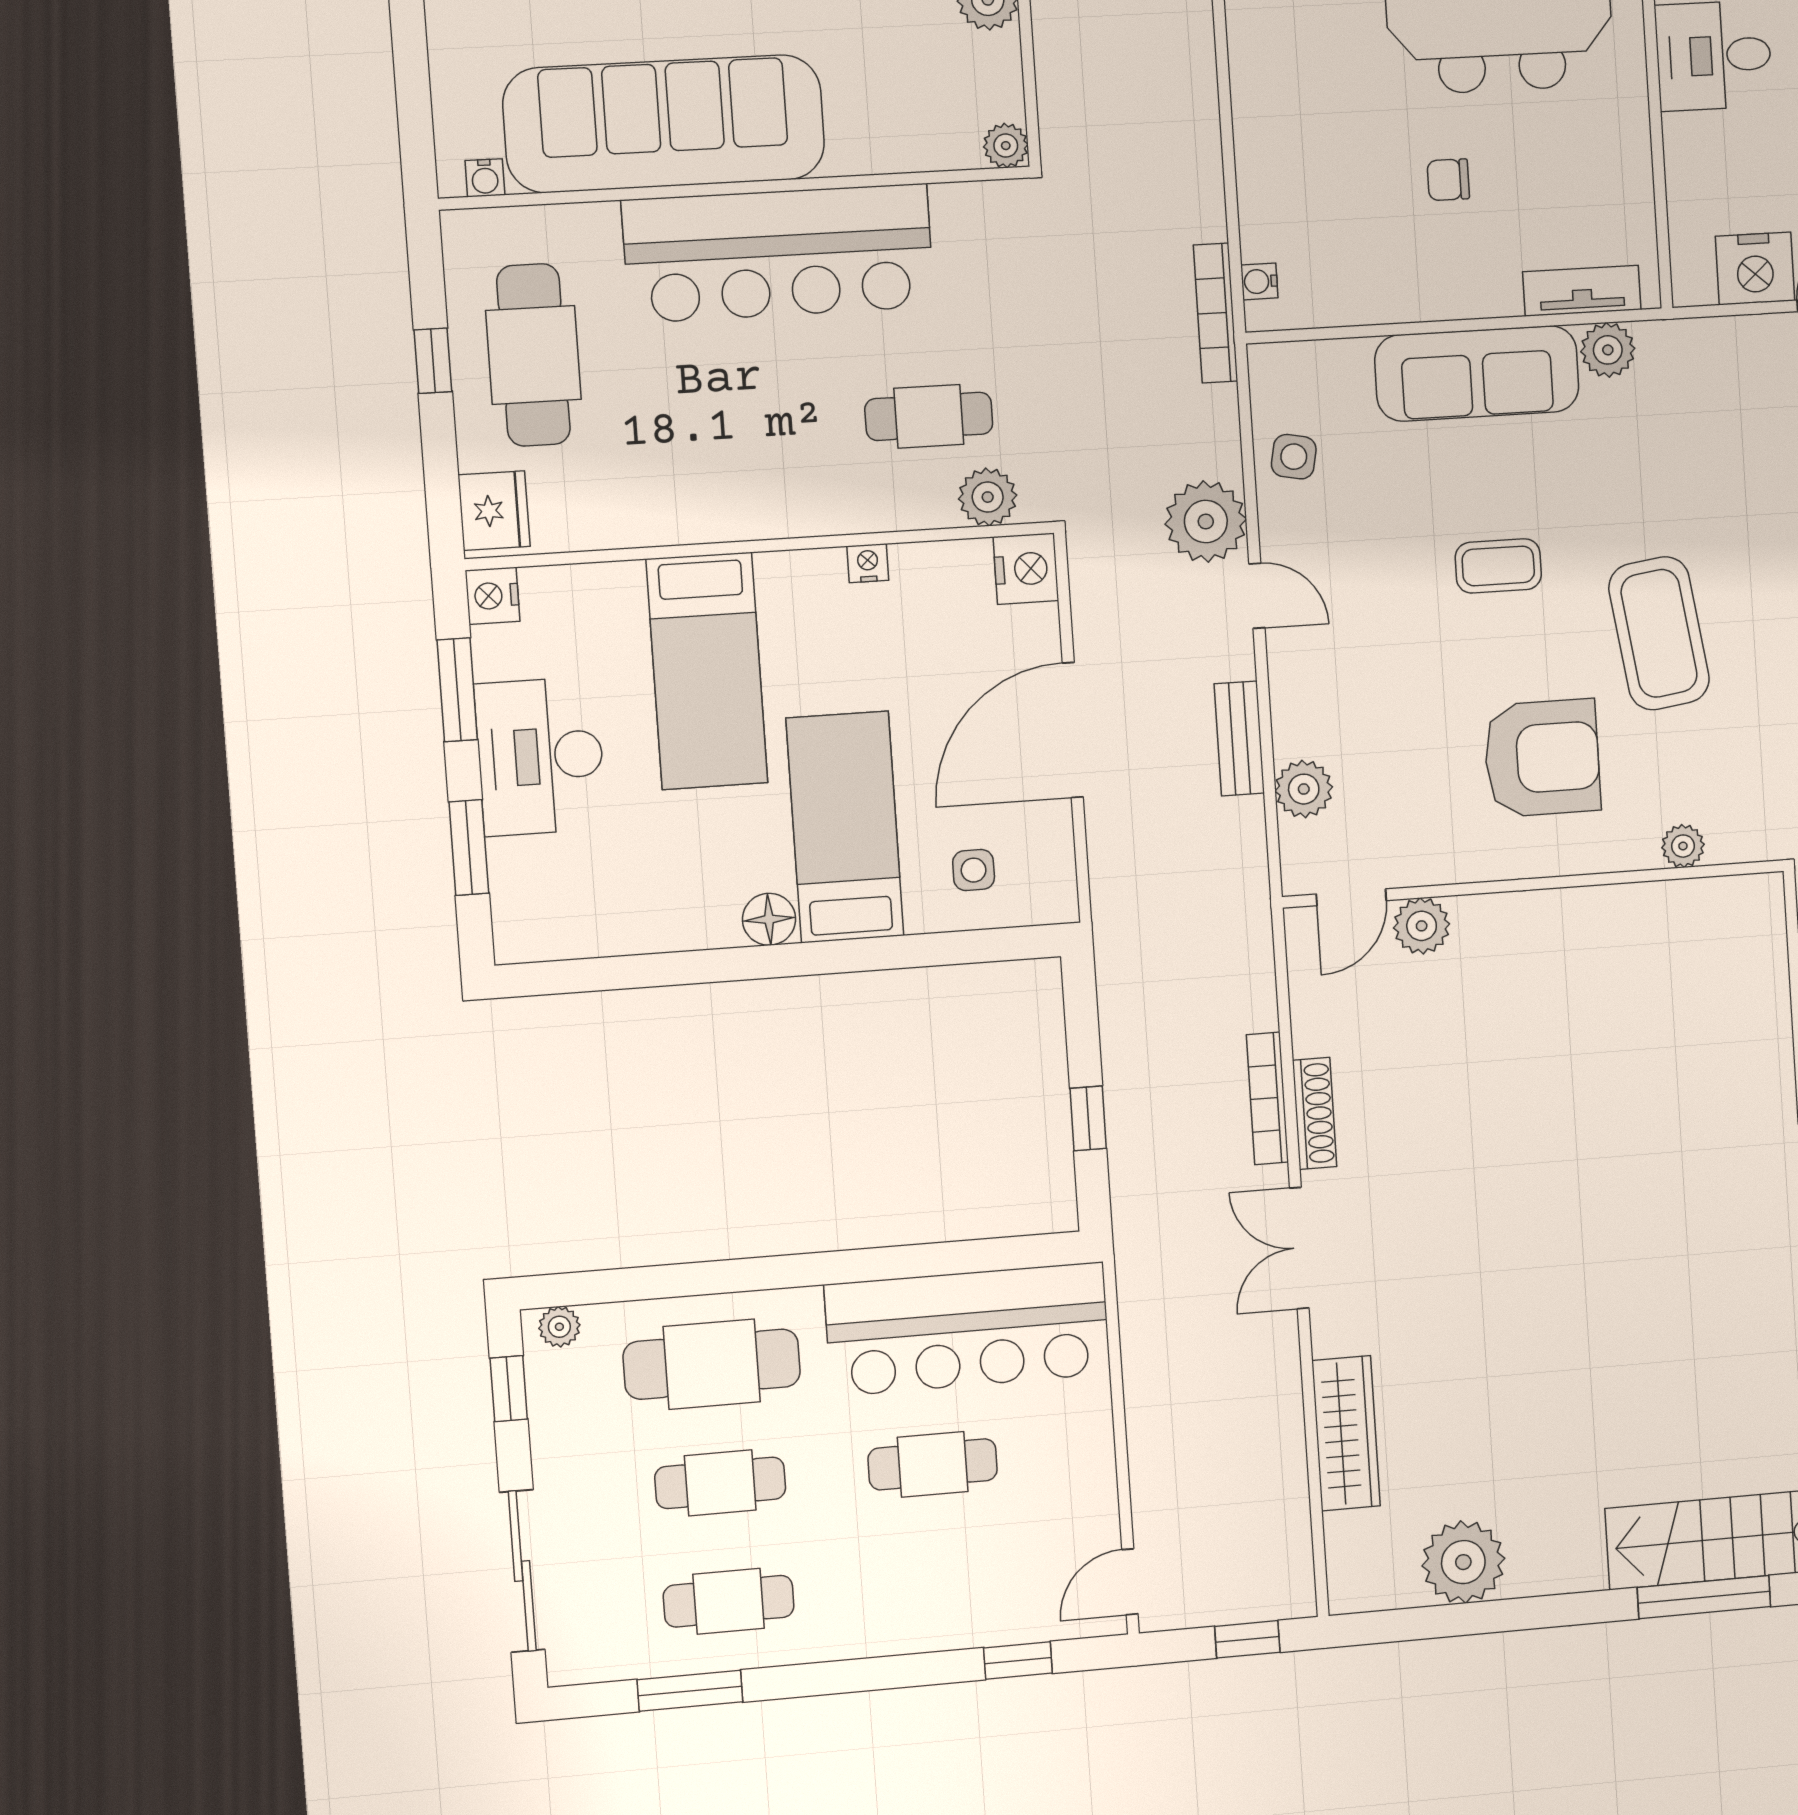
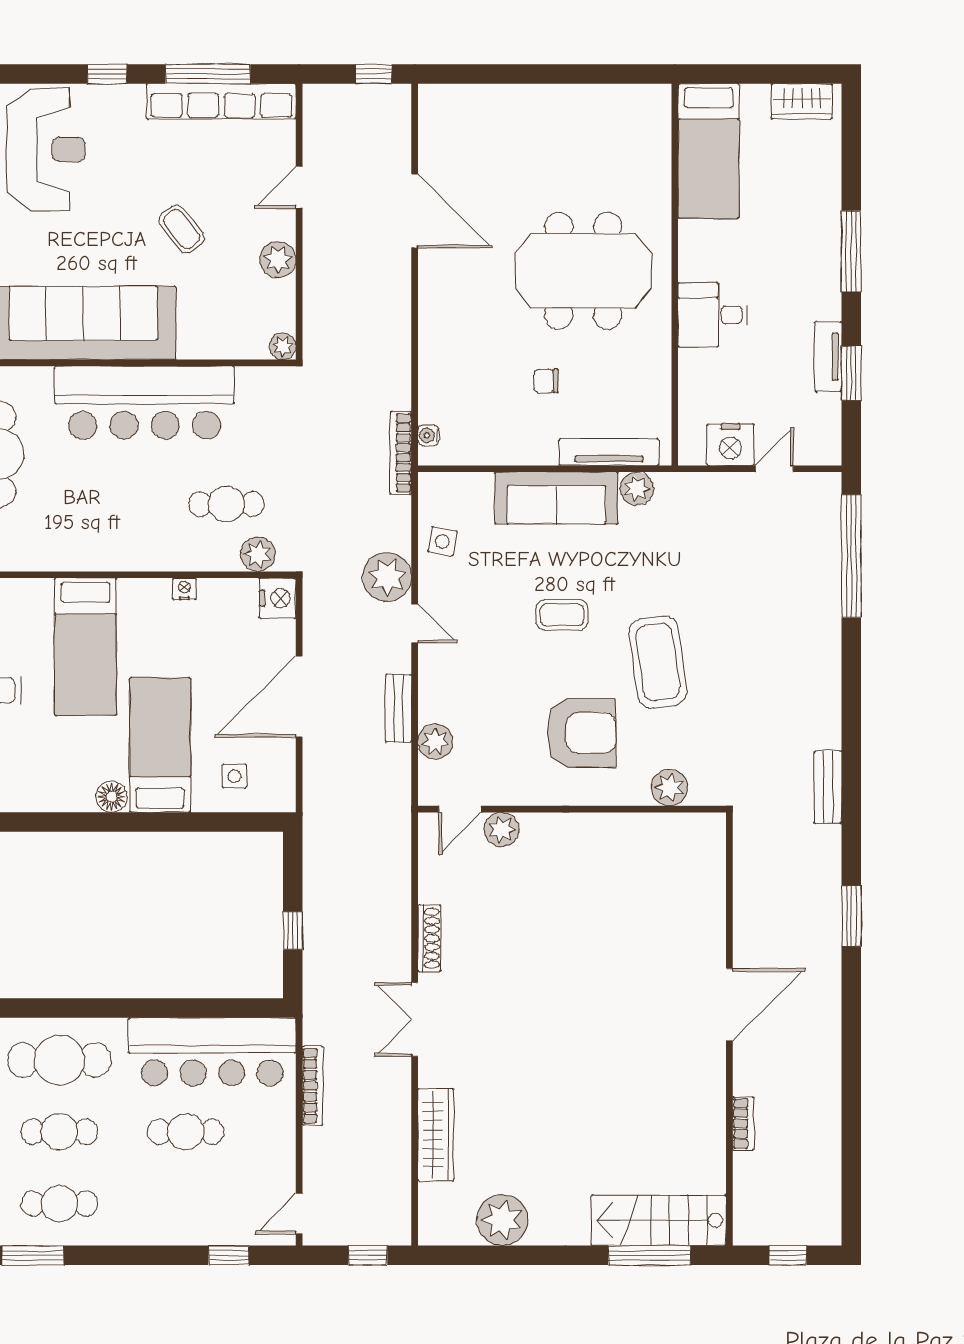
tv unit: (1582, 291) -> (609, 452), width x1.41
plant: (1683, 846) -> (670, 788), width x1.38, depth x1.38
bookcase: (1267, 1098) -> (313, 1086), moved, turned 180

